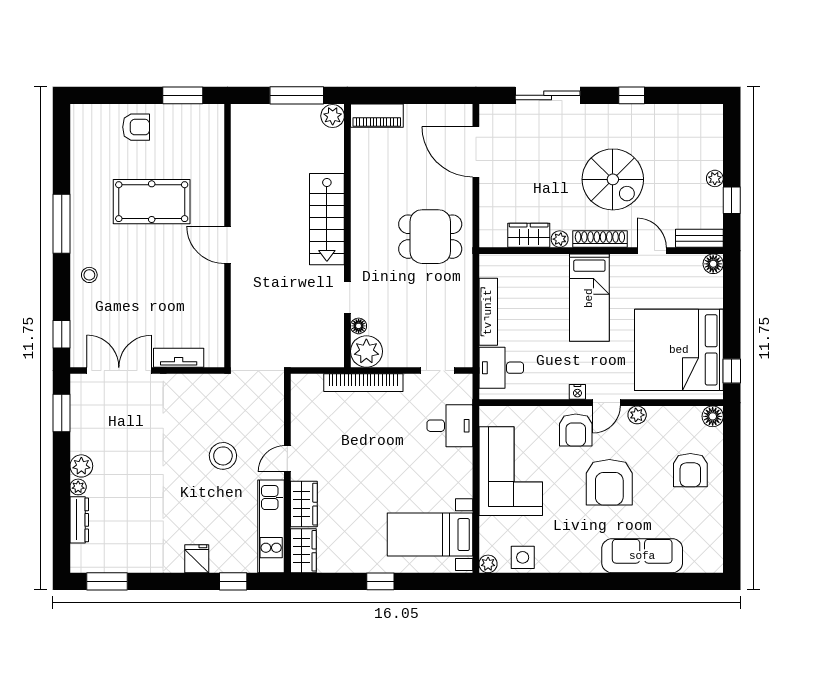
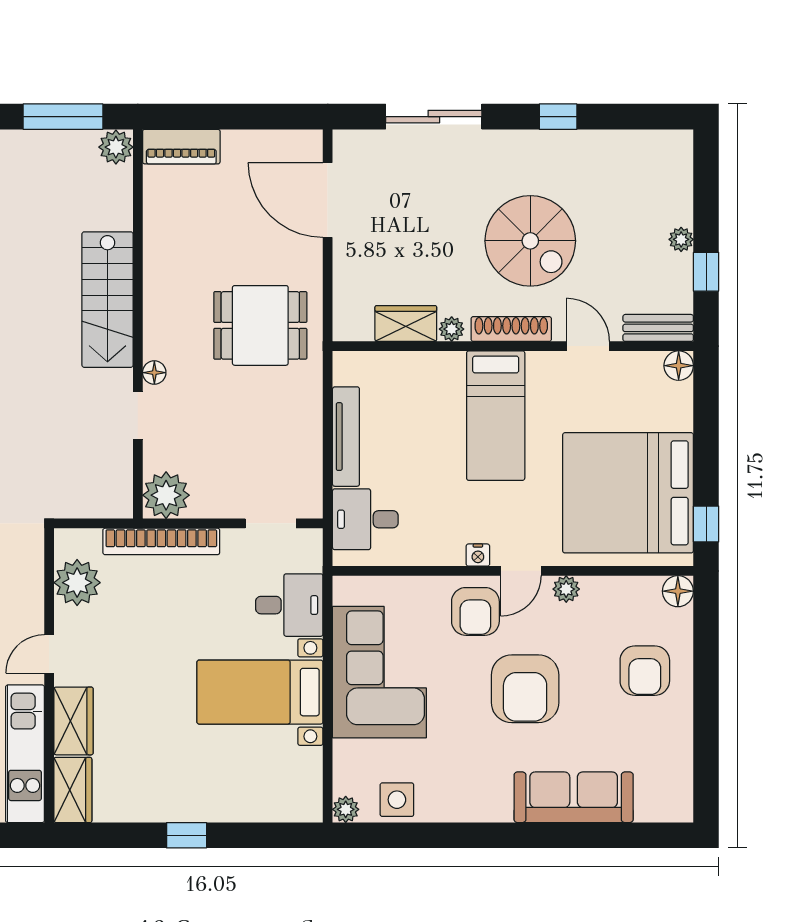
floor lamp: (359, 326) -> (154, 373), moved
plant: (306, 410) -> (77, 583), added
bed with nightstands: (430, 535) -> (260, 692), moved

